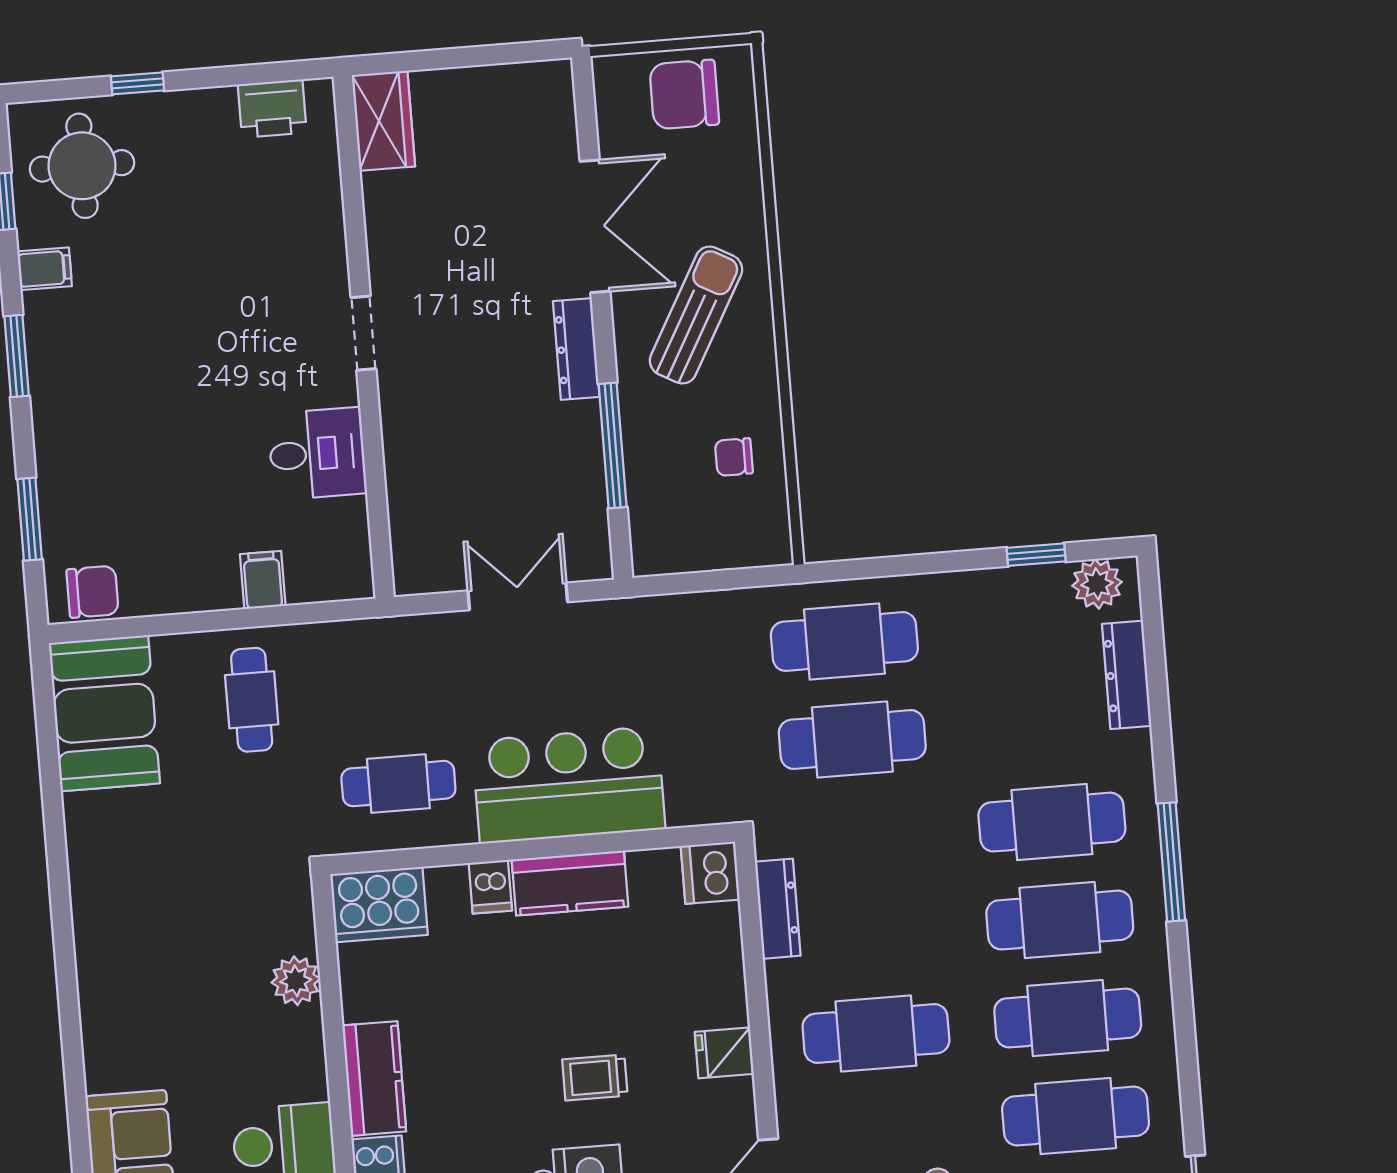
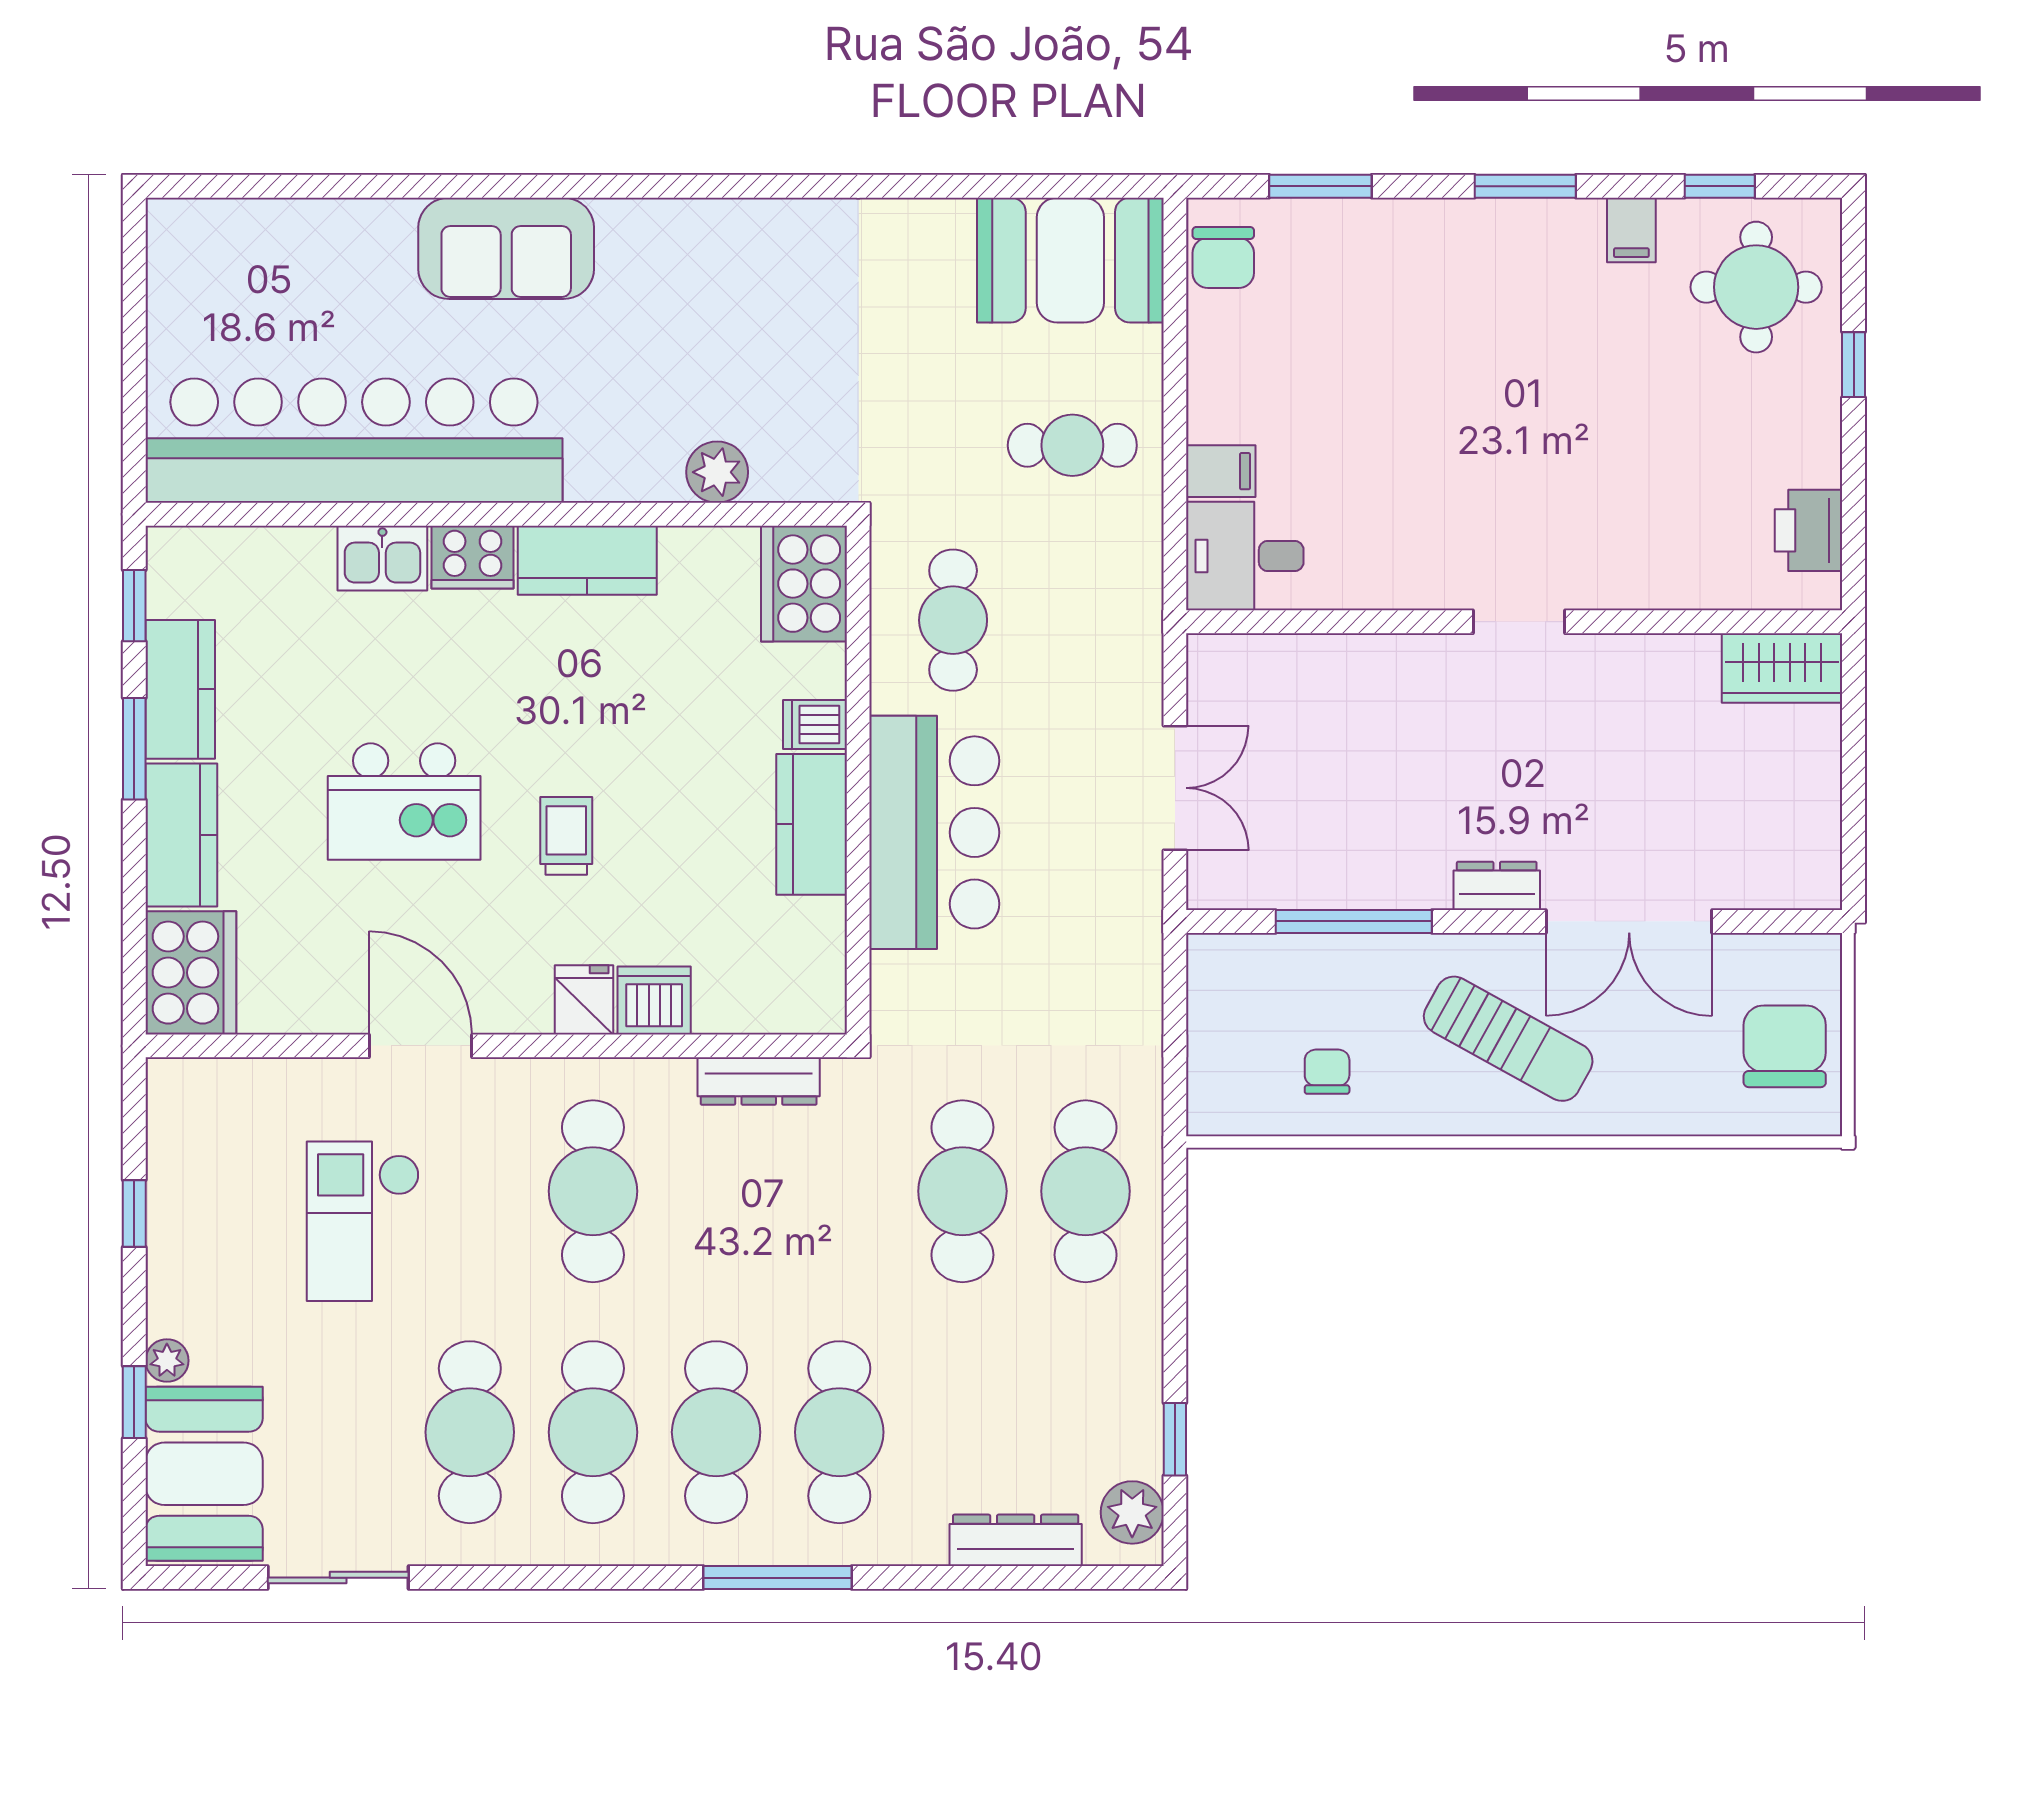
dresser: (576, 349) -> (1497, 886), width x0.70
desk: (317, 454) -> (1245, 556), moved, turned 90
dishwasher: (710, 873) -> (654, 1000), moved

